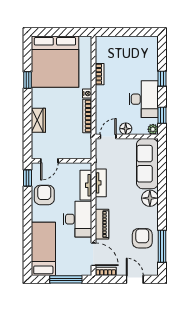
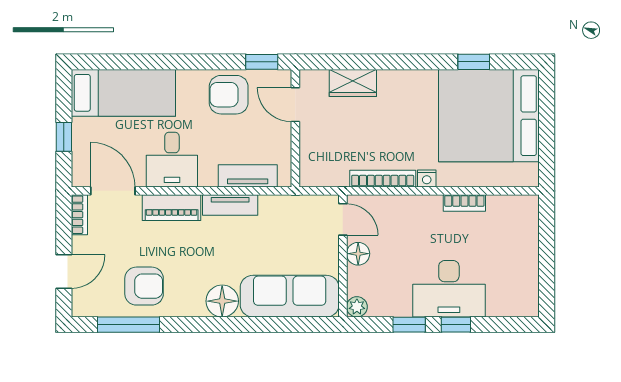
window: (27, 80) -> (474, 62), moved
desk: (144, 99) -> (449, 289), moved
window: (162, 115) -> (409, 325), moved
wardrobe: (38, 120) -> (353, 83), moved
tv unit: (101, 183) -> (230, 205), moved
armchair: (44, 195) -> (229, 95), turned 180
desk: (77, 219) -> (172, 160), width x0.73
door: (93, 254) -> (113, 191), swing flipped
window: (66, 279) -> (64, 137), width x0.46

